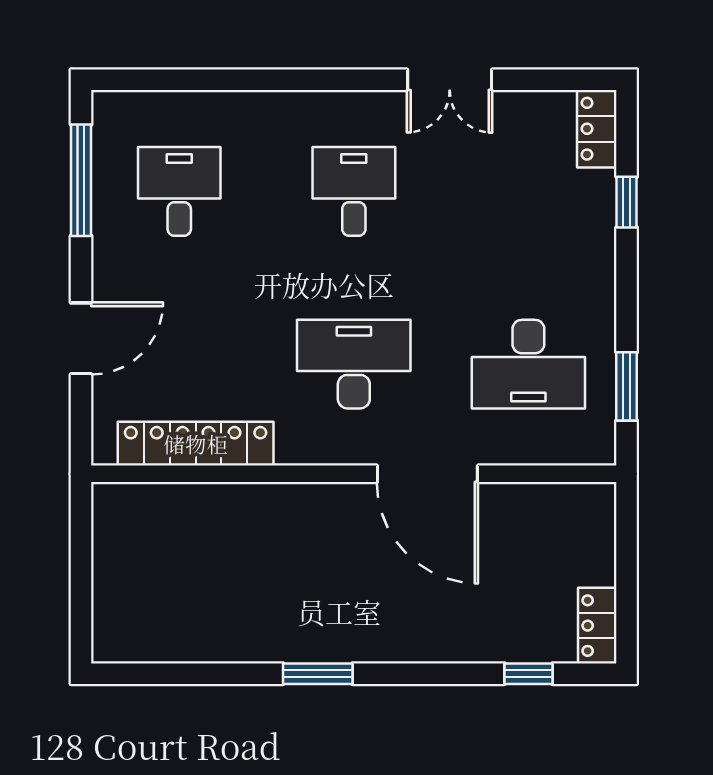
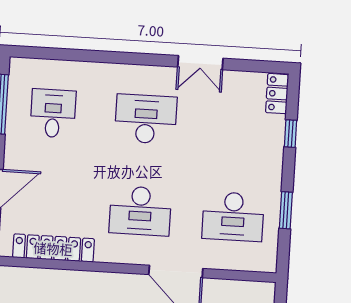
desk: (354, 191) -> (146, 119), width x1.37
desk: (354, 364) -> (140, 211), turned 180
window: (627, 386) -> (286, 210), moved

